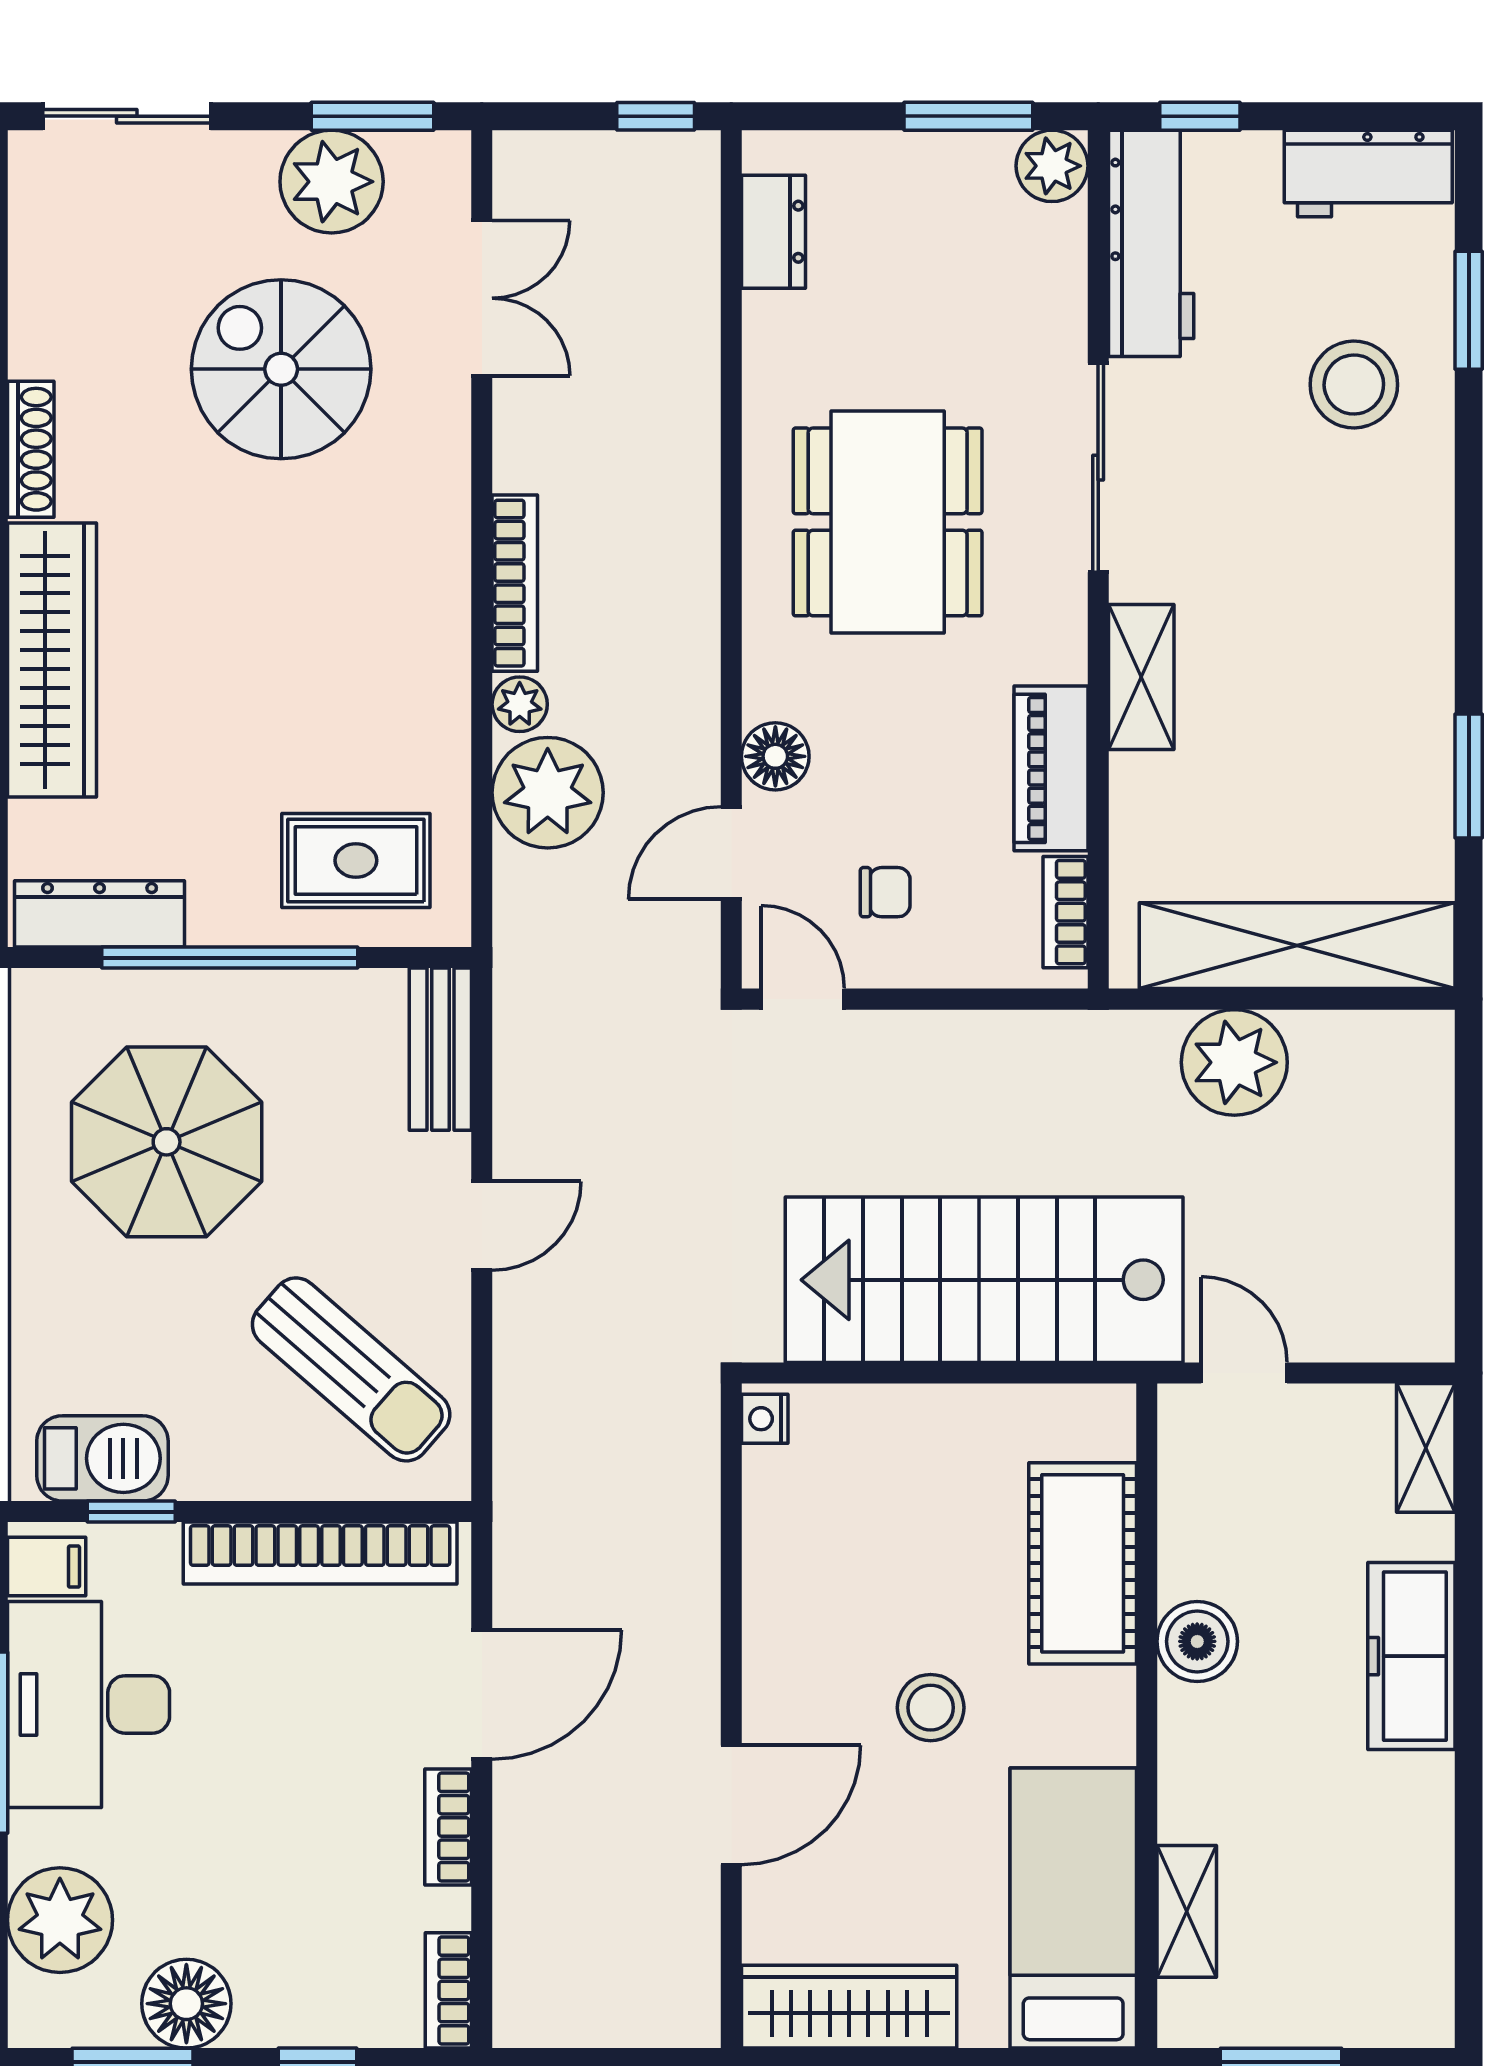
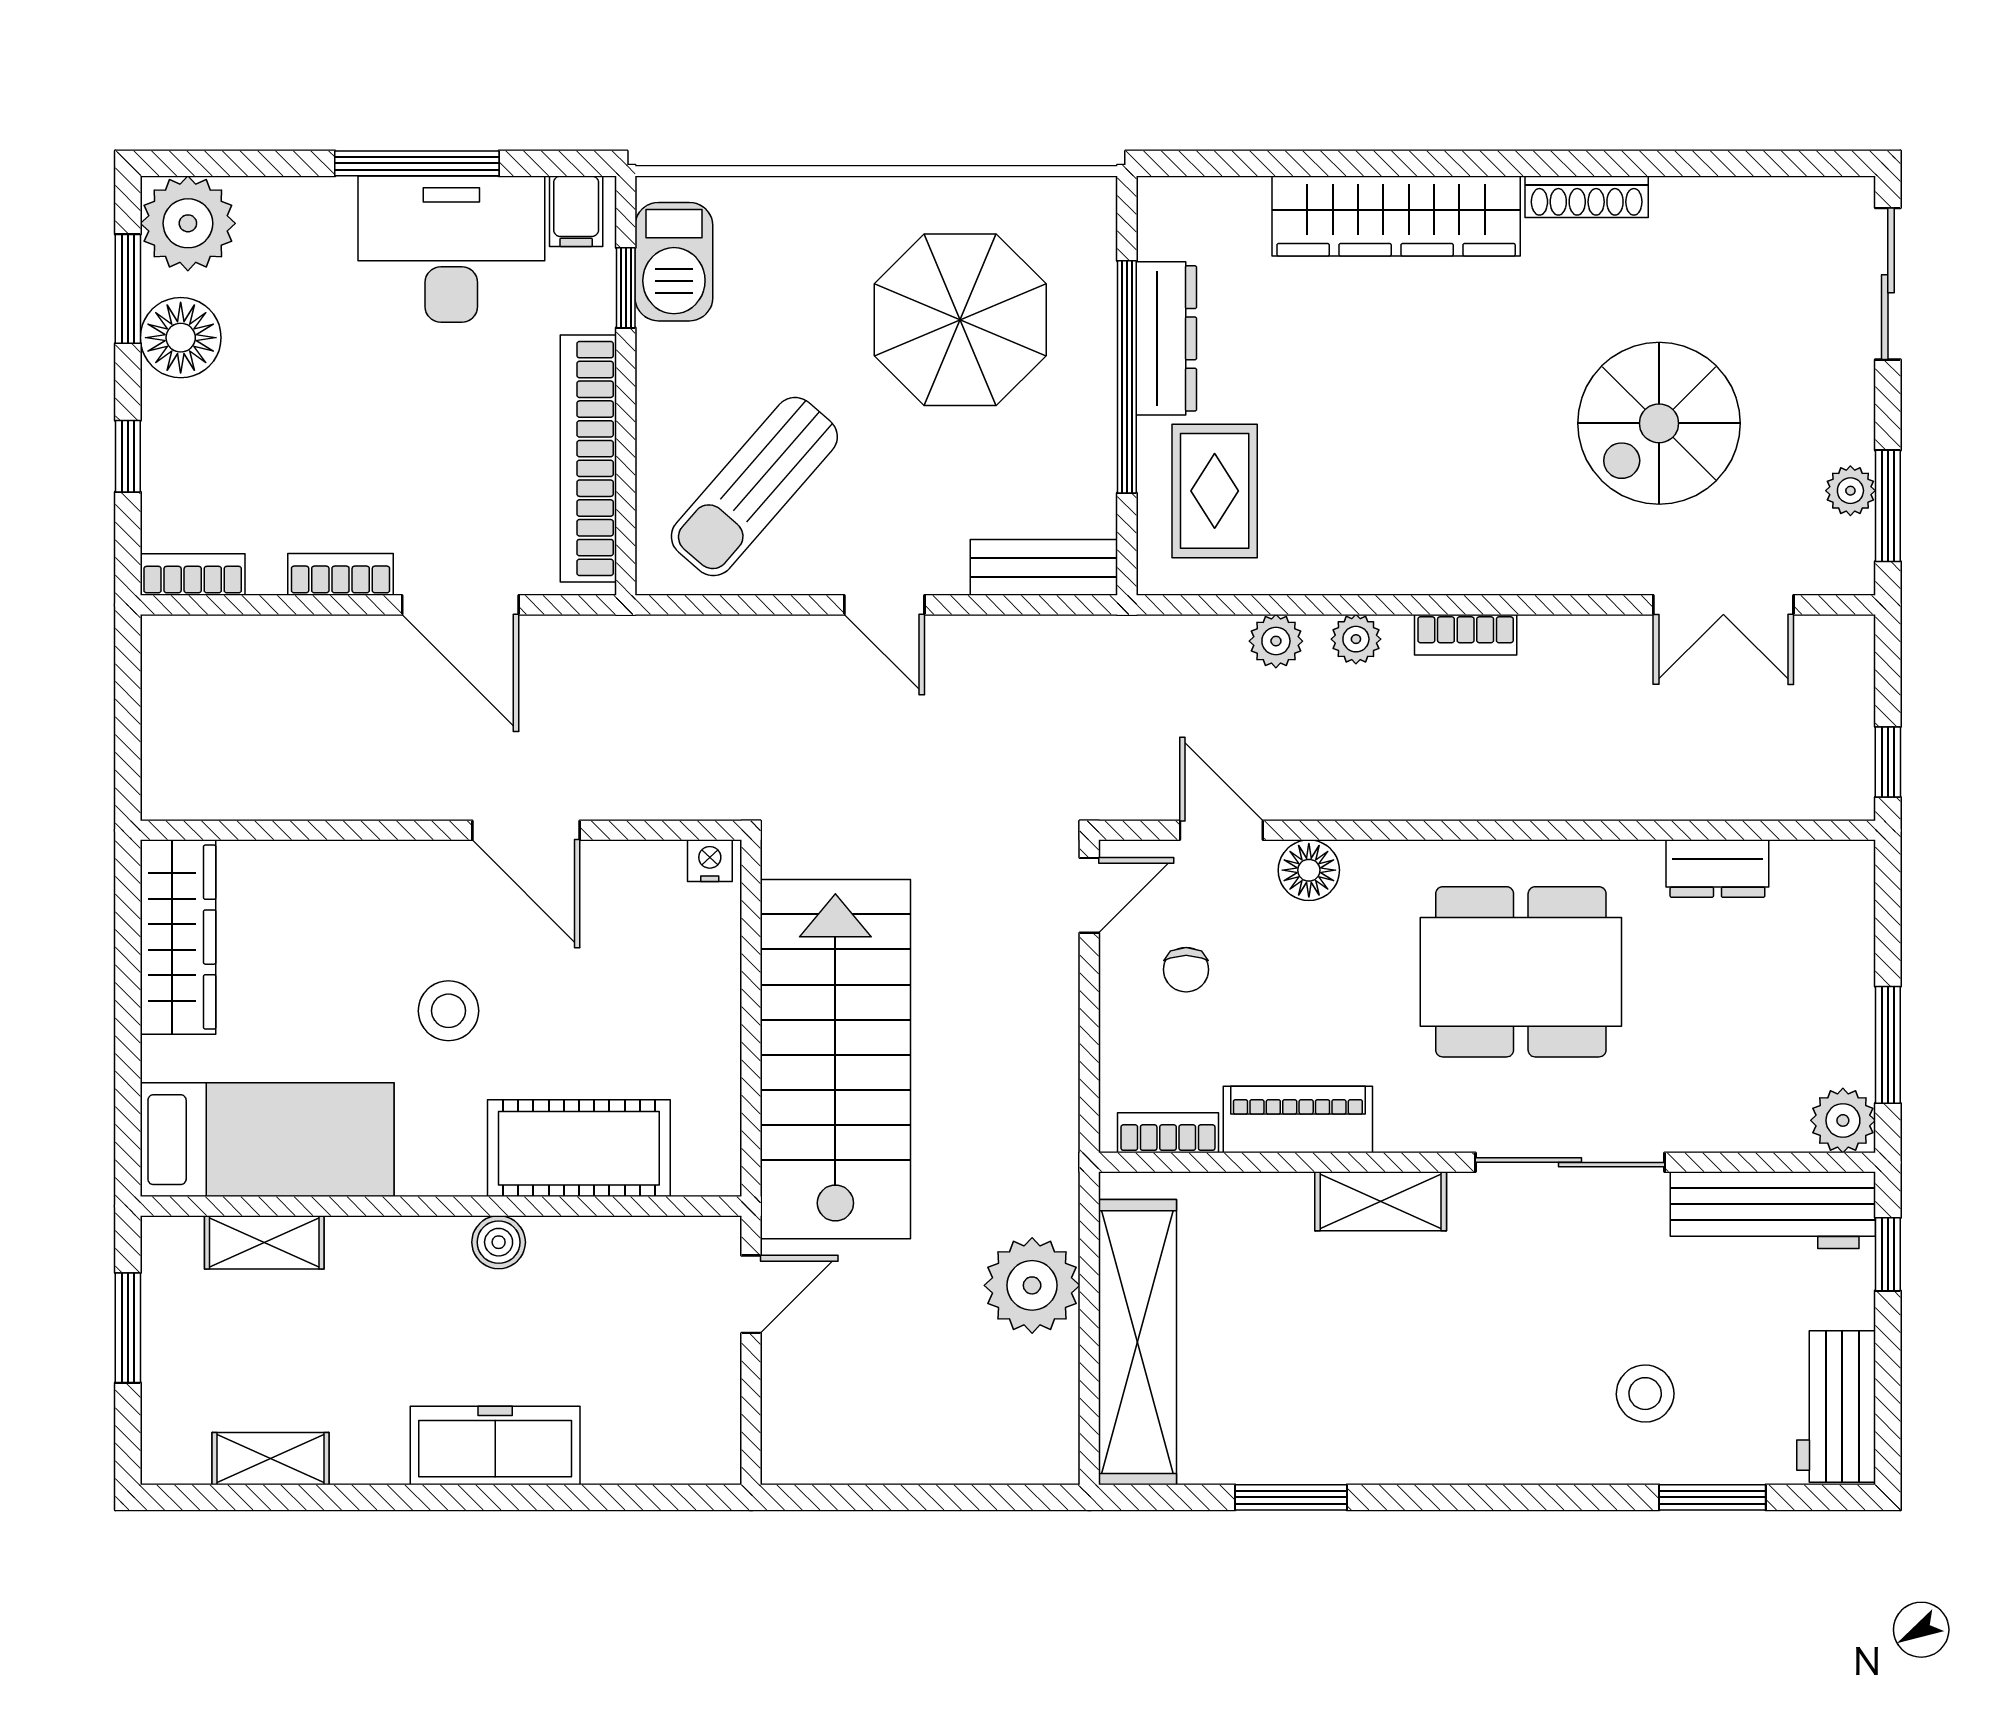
plant: (332, 182) -> (1850, 491), width x0.53, depth x0.53
dresser: (773, 232) -> (1717, 869), moved
spiral stairs: (281, 369) -> (1659, 423), turned 180
stool: (1354, 385) -> (1645, 1394), width x0.73, depth x0.73
bookcase: (515, 583) -> (1466, 635), width x0.64
plant: (548, 793) -> (1276, 641), width x0.53, depth x0.53
dresser: (100, 914) -> (1166, 338), moved
shelving: (1426, 1448) -> (270, 1459), moved
boiler: (1197, 1641) -> (499, 1242), width x0.73, depth x0.73
door: (731, 1805) -> (526, 830), moved
plant: (60, 1920) -> (188, 223), moved

